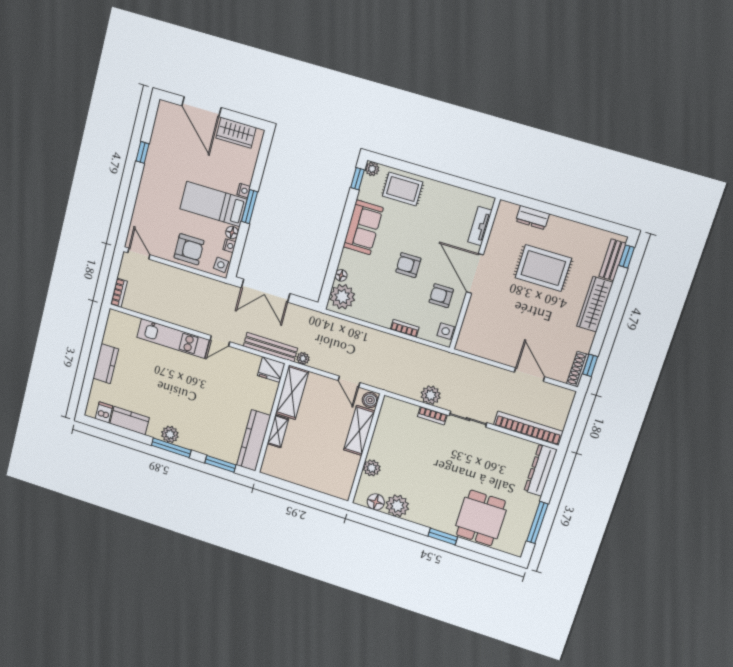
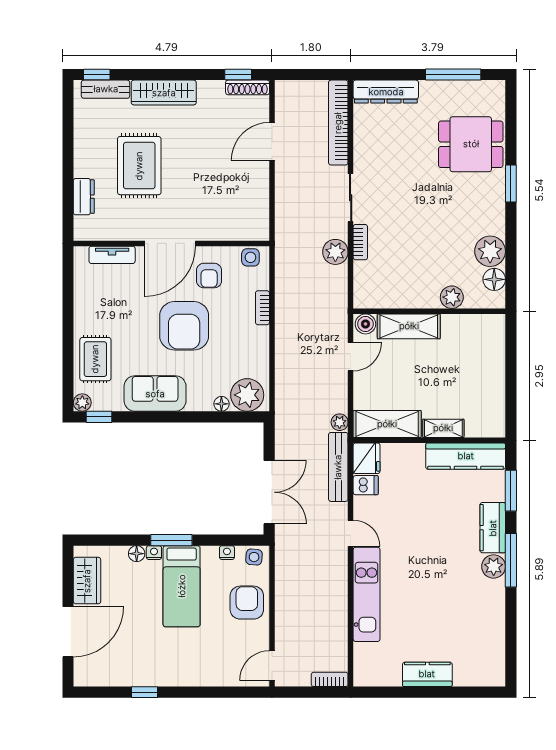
floor lamp: (232, 233) -> (137, 554), moved
armchair: (408, 265) -> (184, 326), width x1.88, depth x1.88
dishwasher: (104, 412) -> (366, 485), moved, turned 180
kitchen counter: (130, 421) -> (493, 528), moved

